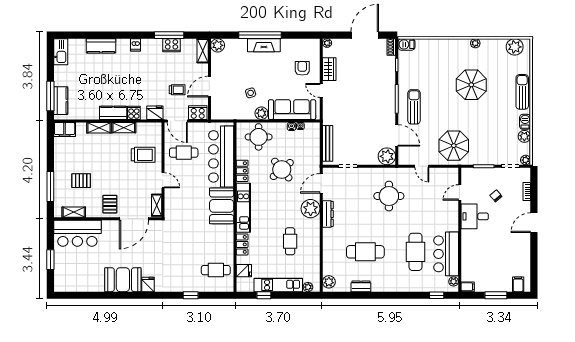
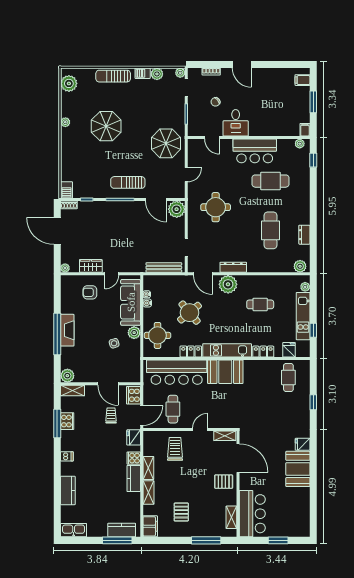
door: (397, 135) -> (156, 199), swing flipped
pallet: (81, 181) -> (181, 512), moved
bar counter: (446, 254) -> (255, 151), moved

